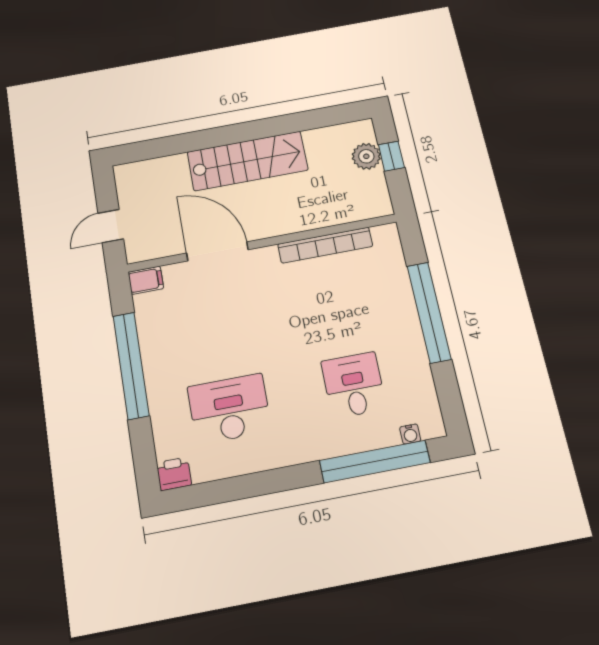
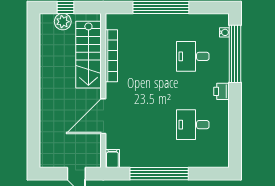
stairs: (247, 161) -> (88, 55), moved, turned 180
desk: (229, 409) -> (193, 125), width x0.73
printer: (174, 474) -> (221, 91), moved

